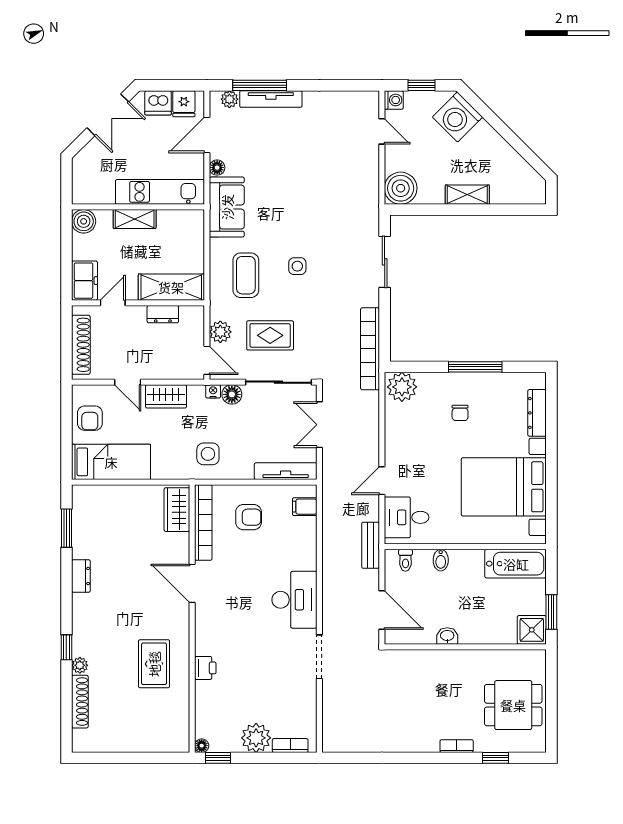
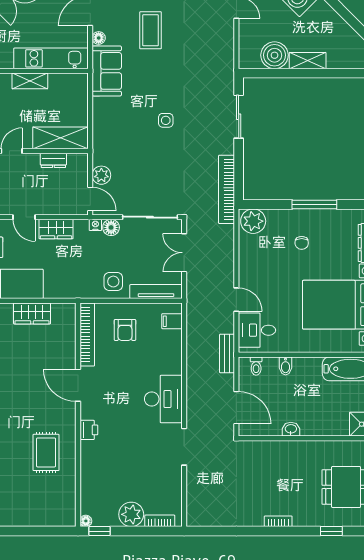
boiler: (401, 188) -> (275, 55), moved
coffee table: (246, 275) -> (151, 30), moved
rug: (270, 335) -> (143, 178), removed
side table: (208, 454) -> (113, 282), moved
door: (382, 481) -> (236, 300), swing flipped
wardrobe: (177, 510) -> (32, 313), moved, turned -90
armchair: (249, 517) -> (125, 330), turned 90
printer: (205, 668) -> (89, 430), moved
bookcase: (457, 746) -> (278, 521), moved

